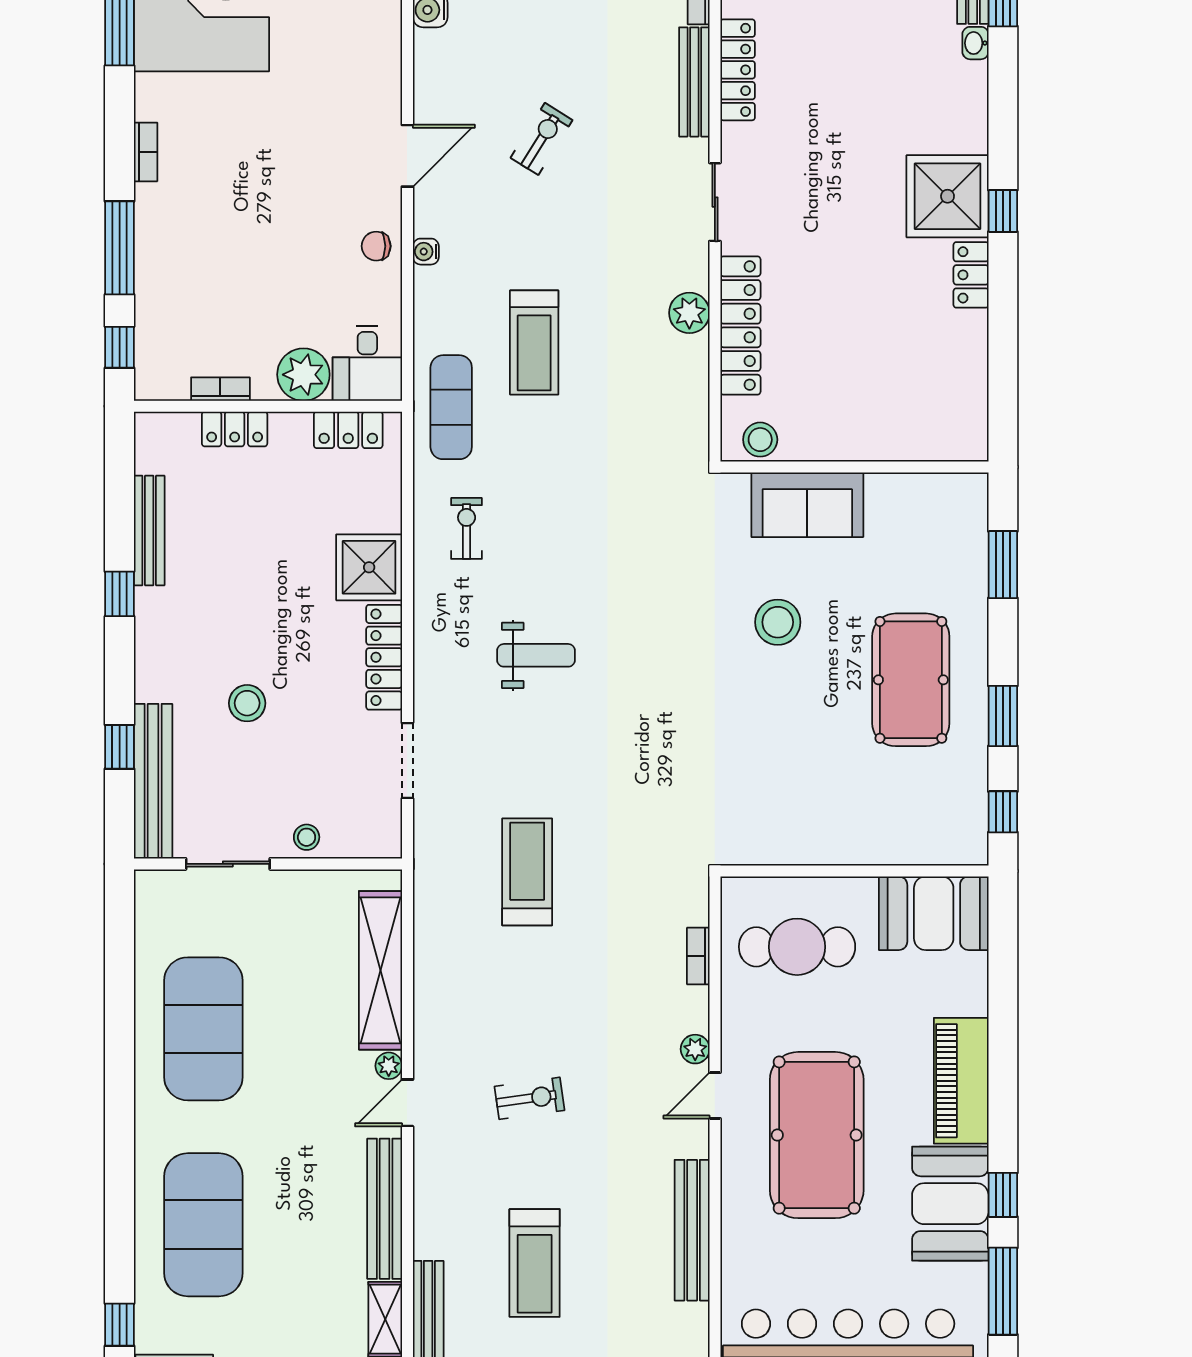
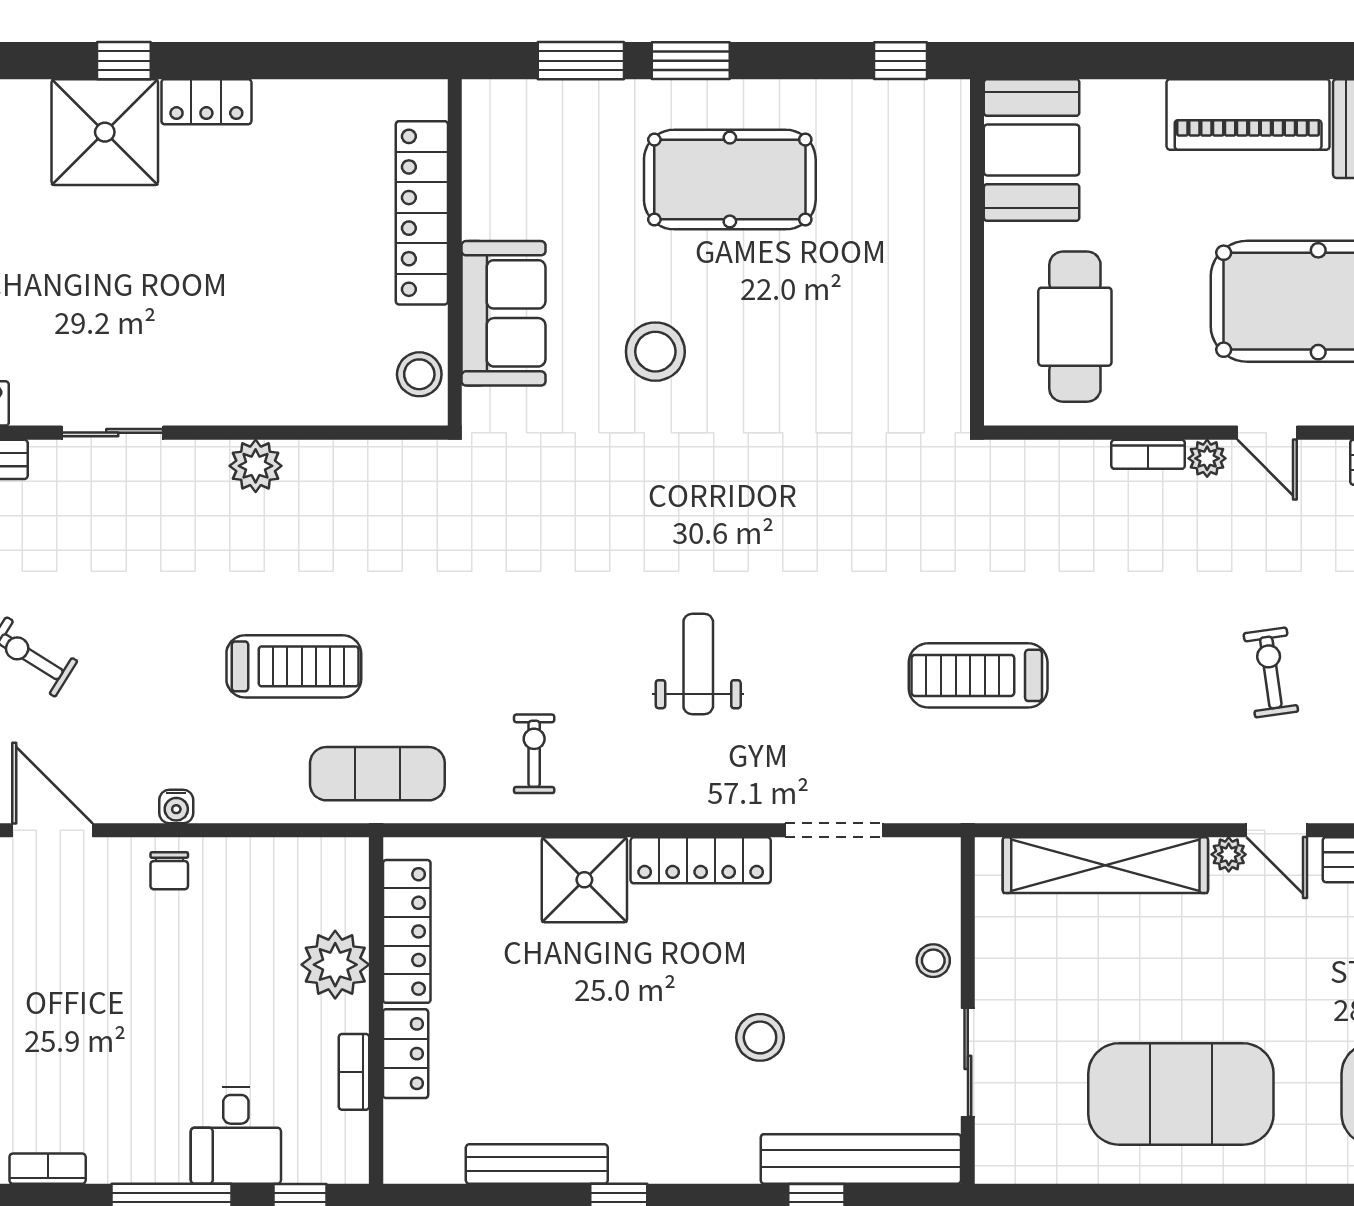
locker: (740, 326) -> (422, 213), moved, turned -90
desk: (367, 363) -> (236, 1135), moved, turned 90
locker: (348, 430) -> (407, 931), width x1.53
exercise bike: (467, 528) -> (534, 754), turned 90
window: (1003, 716) -> (691, 61), moved
bookcase: (698, 956) -> (1148, 454), moved

